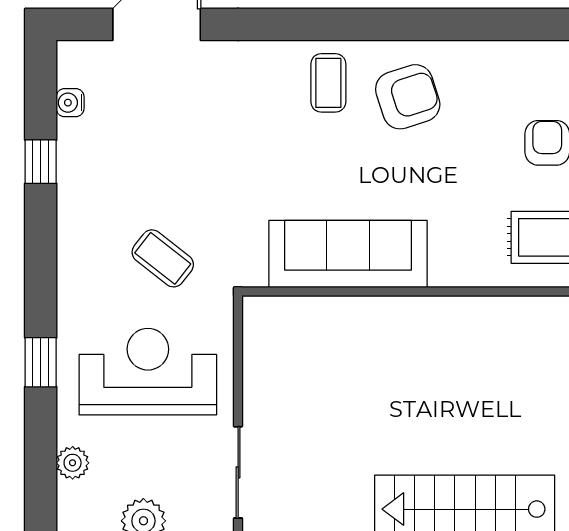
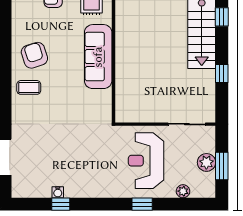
water cooler: (70, 103) -> (58, 192), moved
sofa: (348, 254) -> (98, 57), moved
coffee table: (163, 258) -> (100, 155), removed

